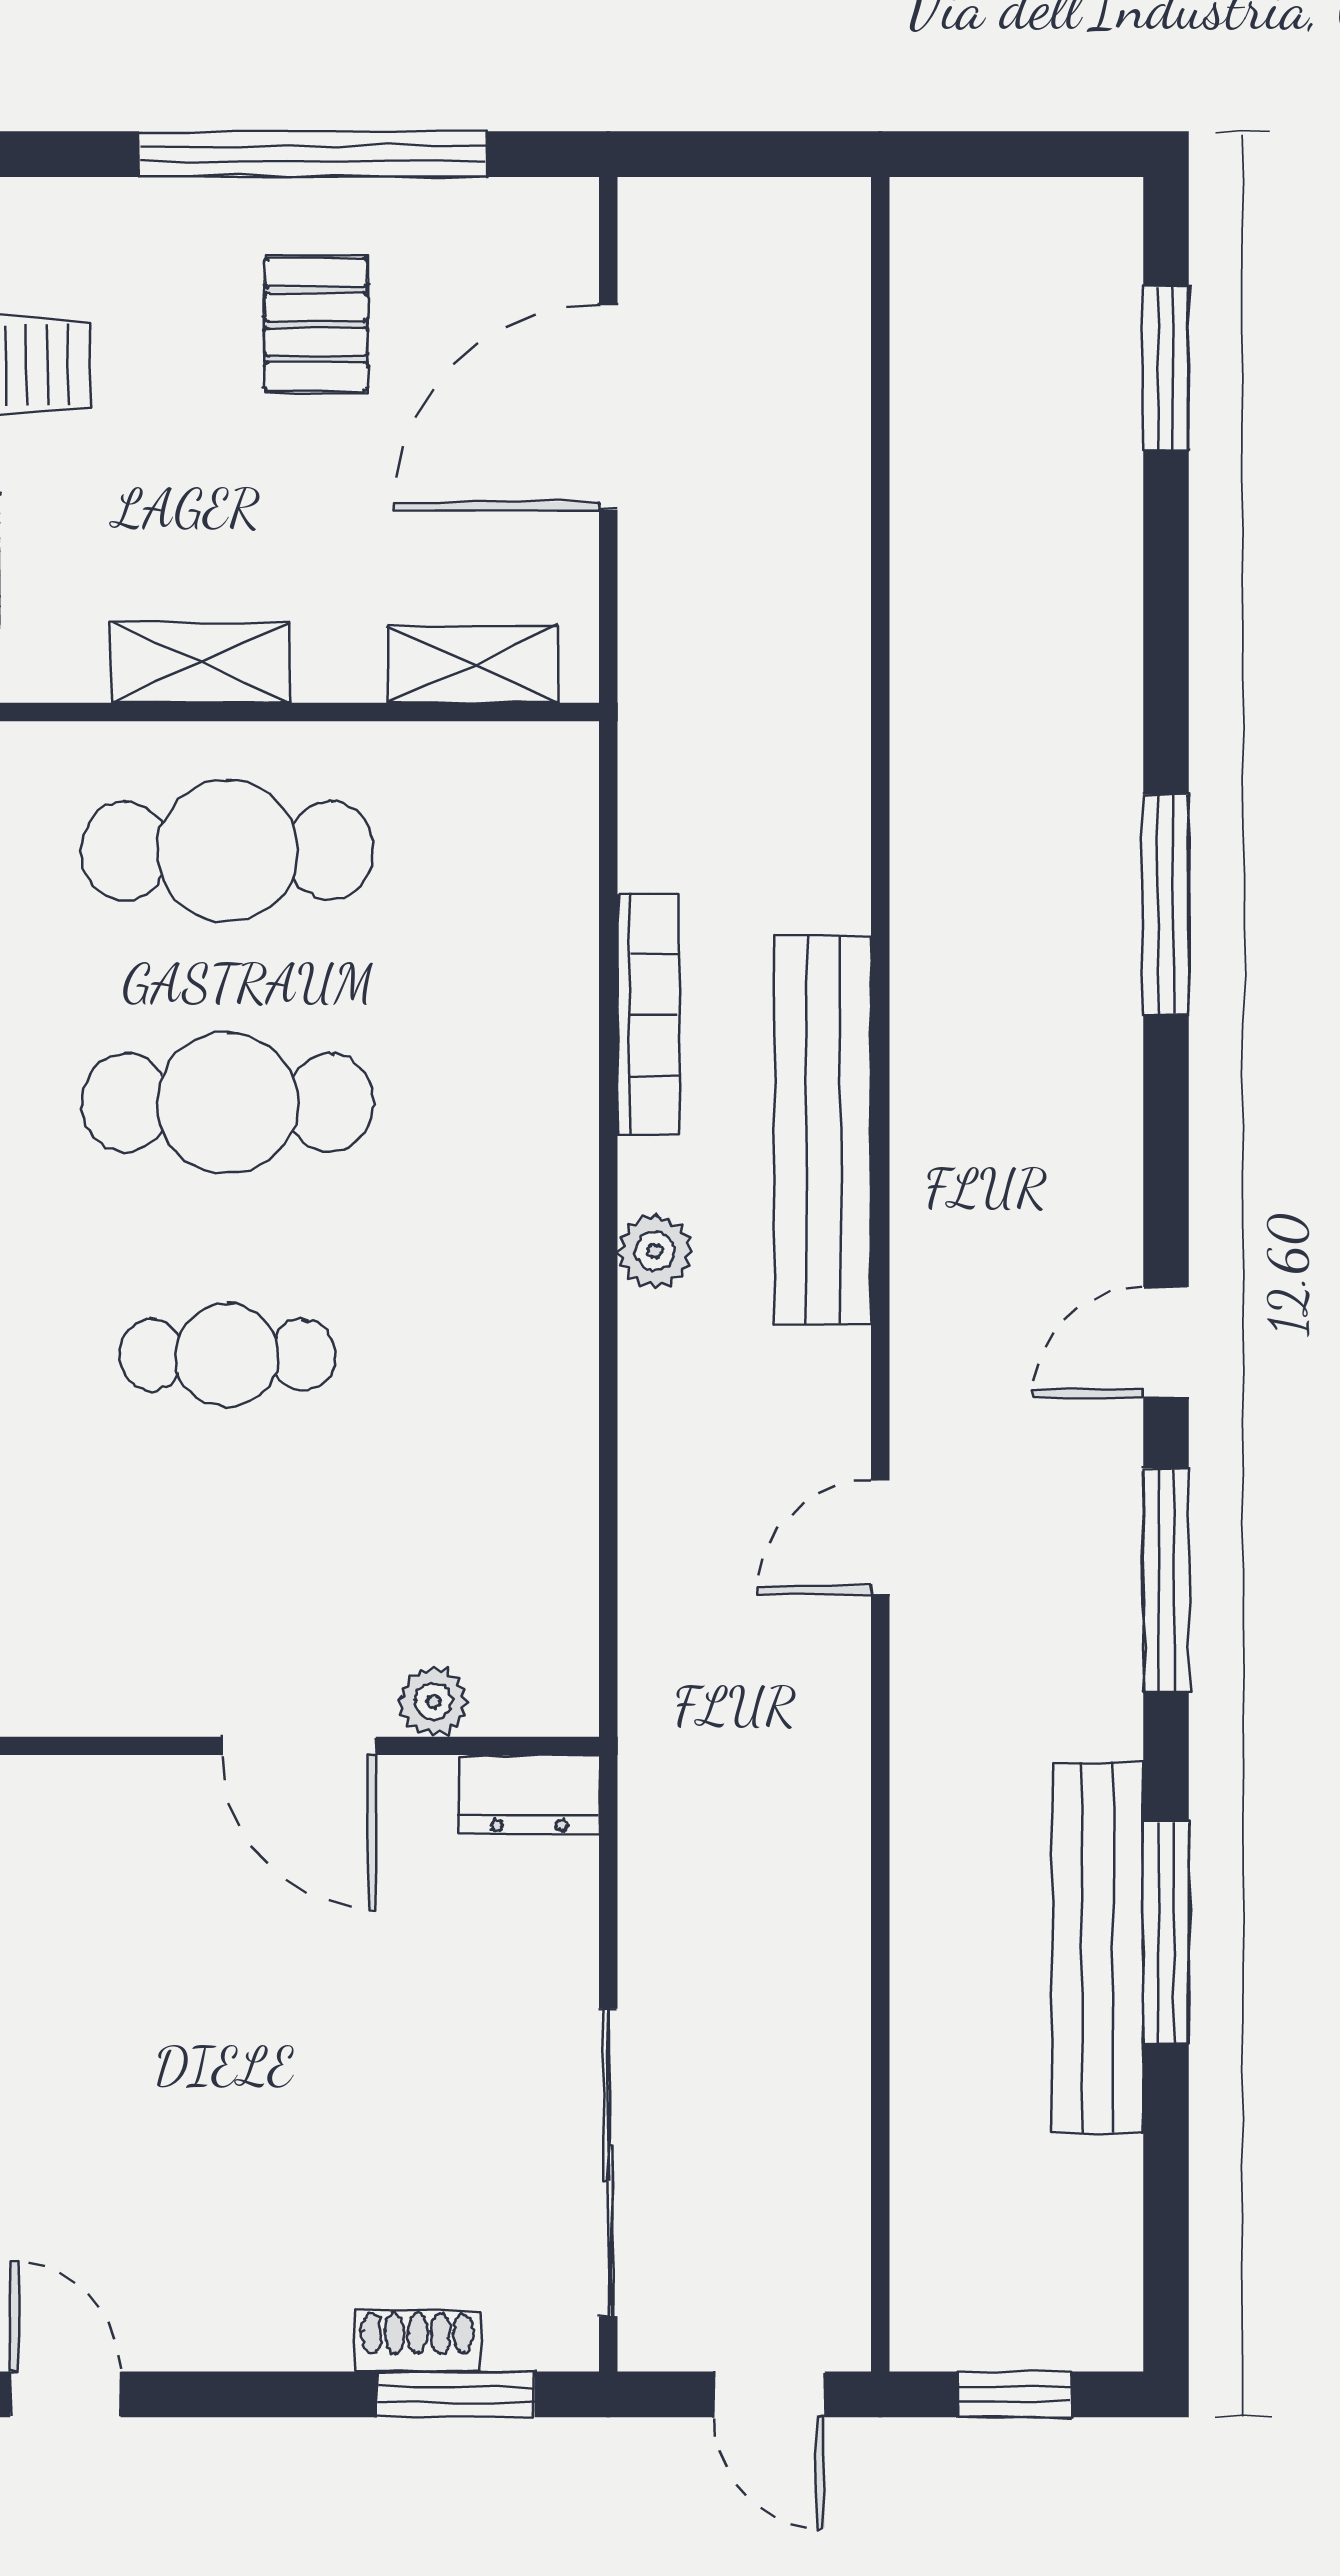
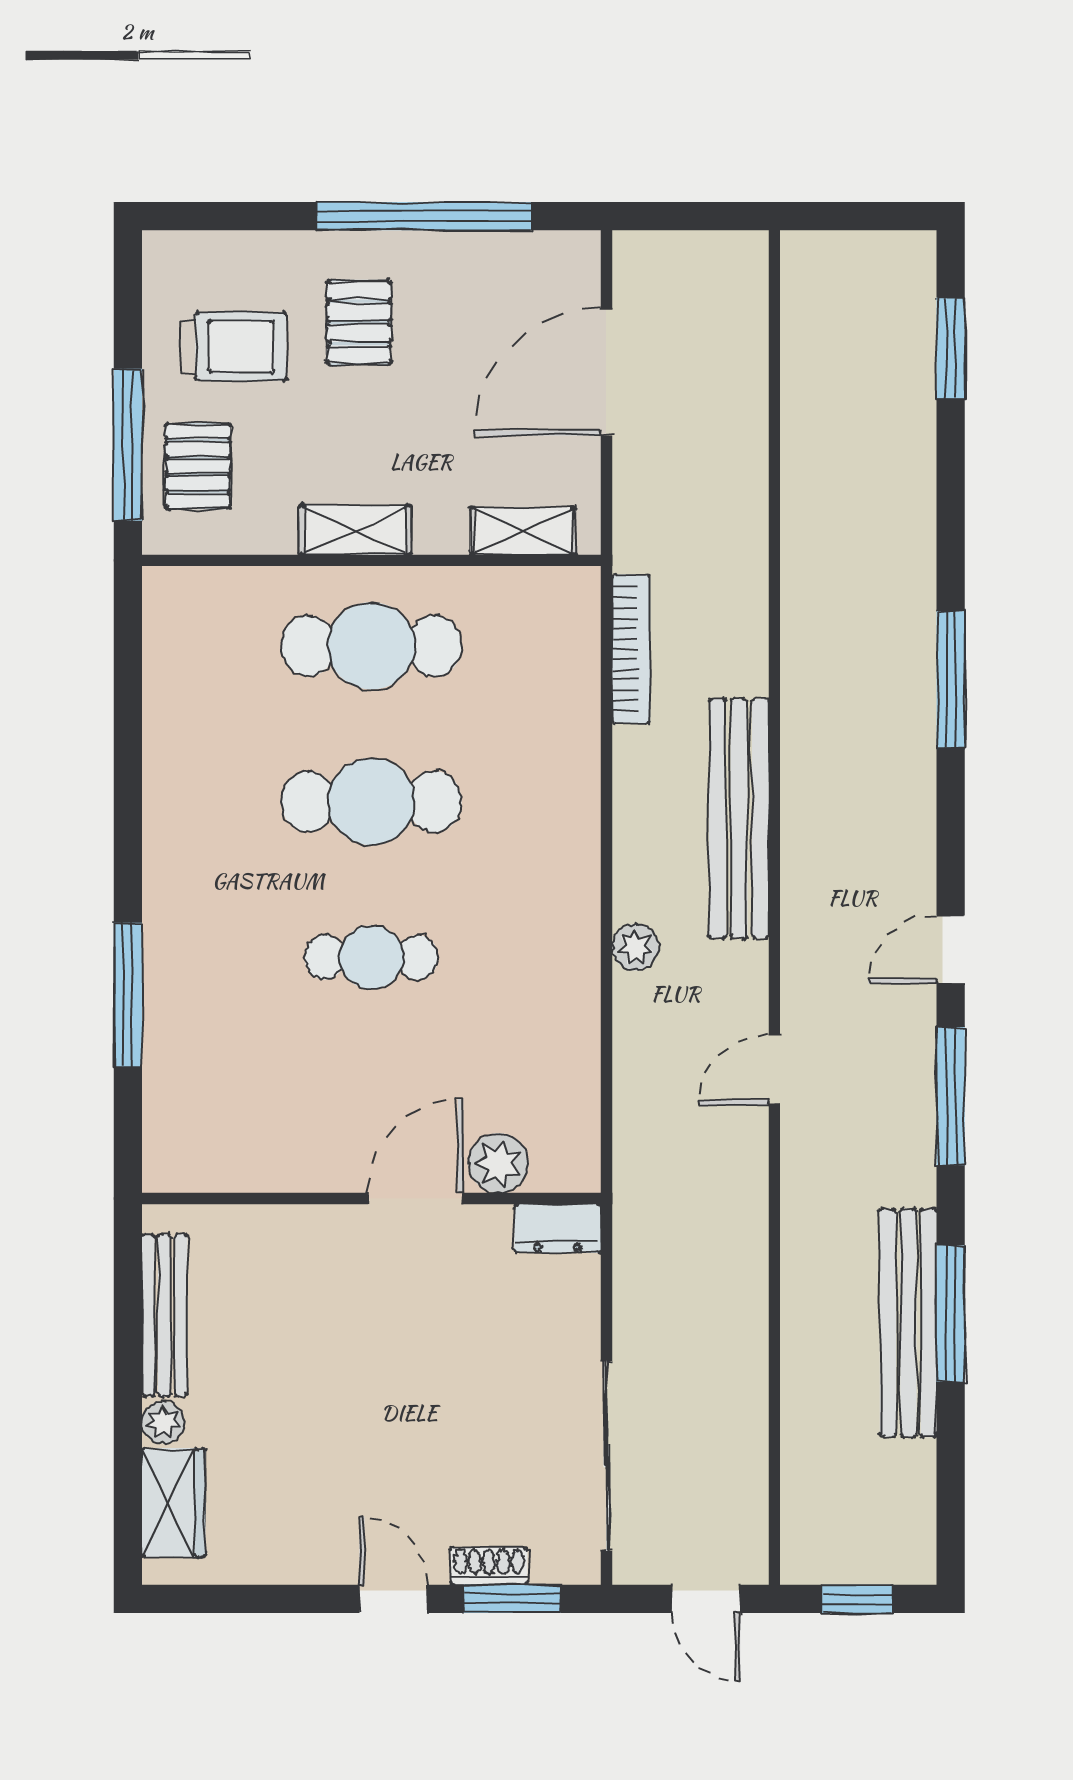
pallet: (316, 325) -> (359, 322), moved
bookcase: (648, 1015) -> (631, 649), moved
plant: (655, 1251) -> (635, 947), moved
plant: (433, 1701) -> (498, 1163), width x1.38, depth x1.38
door: (299, 1746) -> (416, 1199), swing flipped
door: (65, 2394) -> (393, 1599), moved

